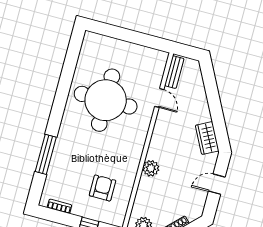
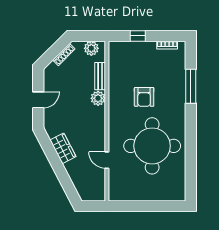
bench: (174, 72) -> (100, 76), moved
wardrobe: (207, 138) -> (63, 148), moved
armchair: (102, 188) -> (144, 97), moved

